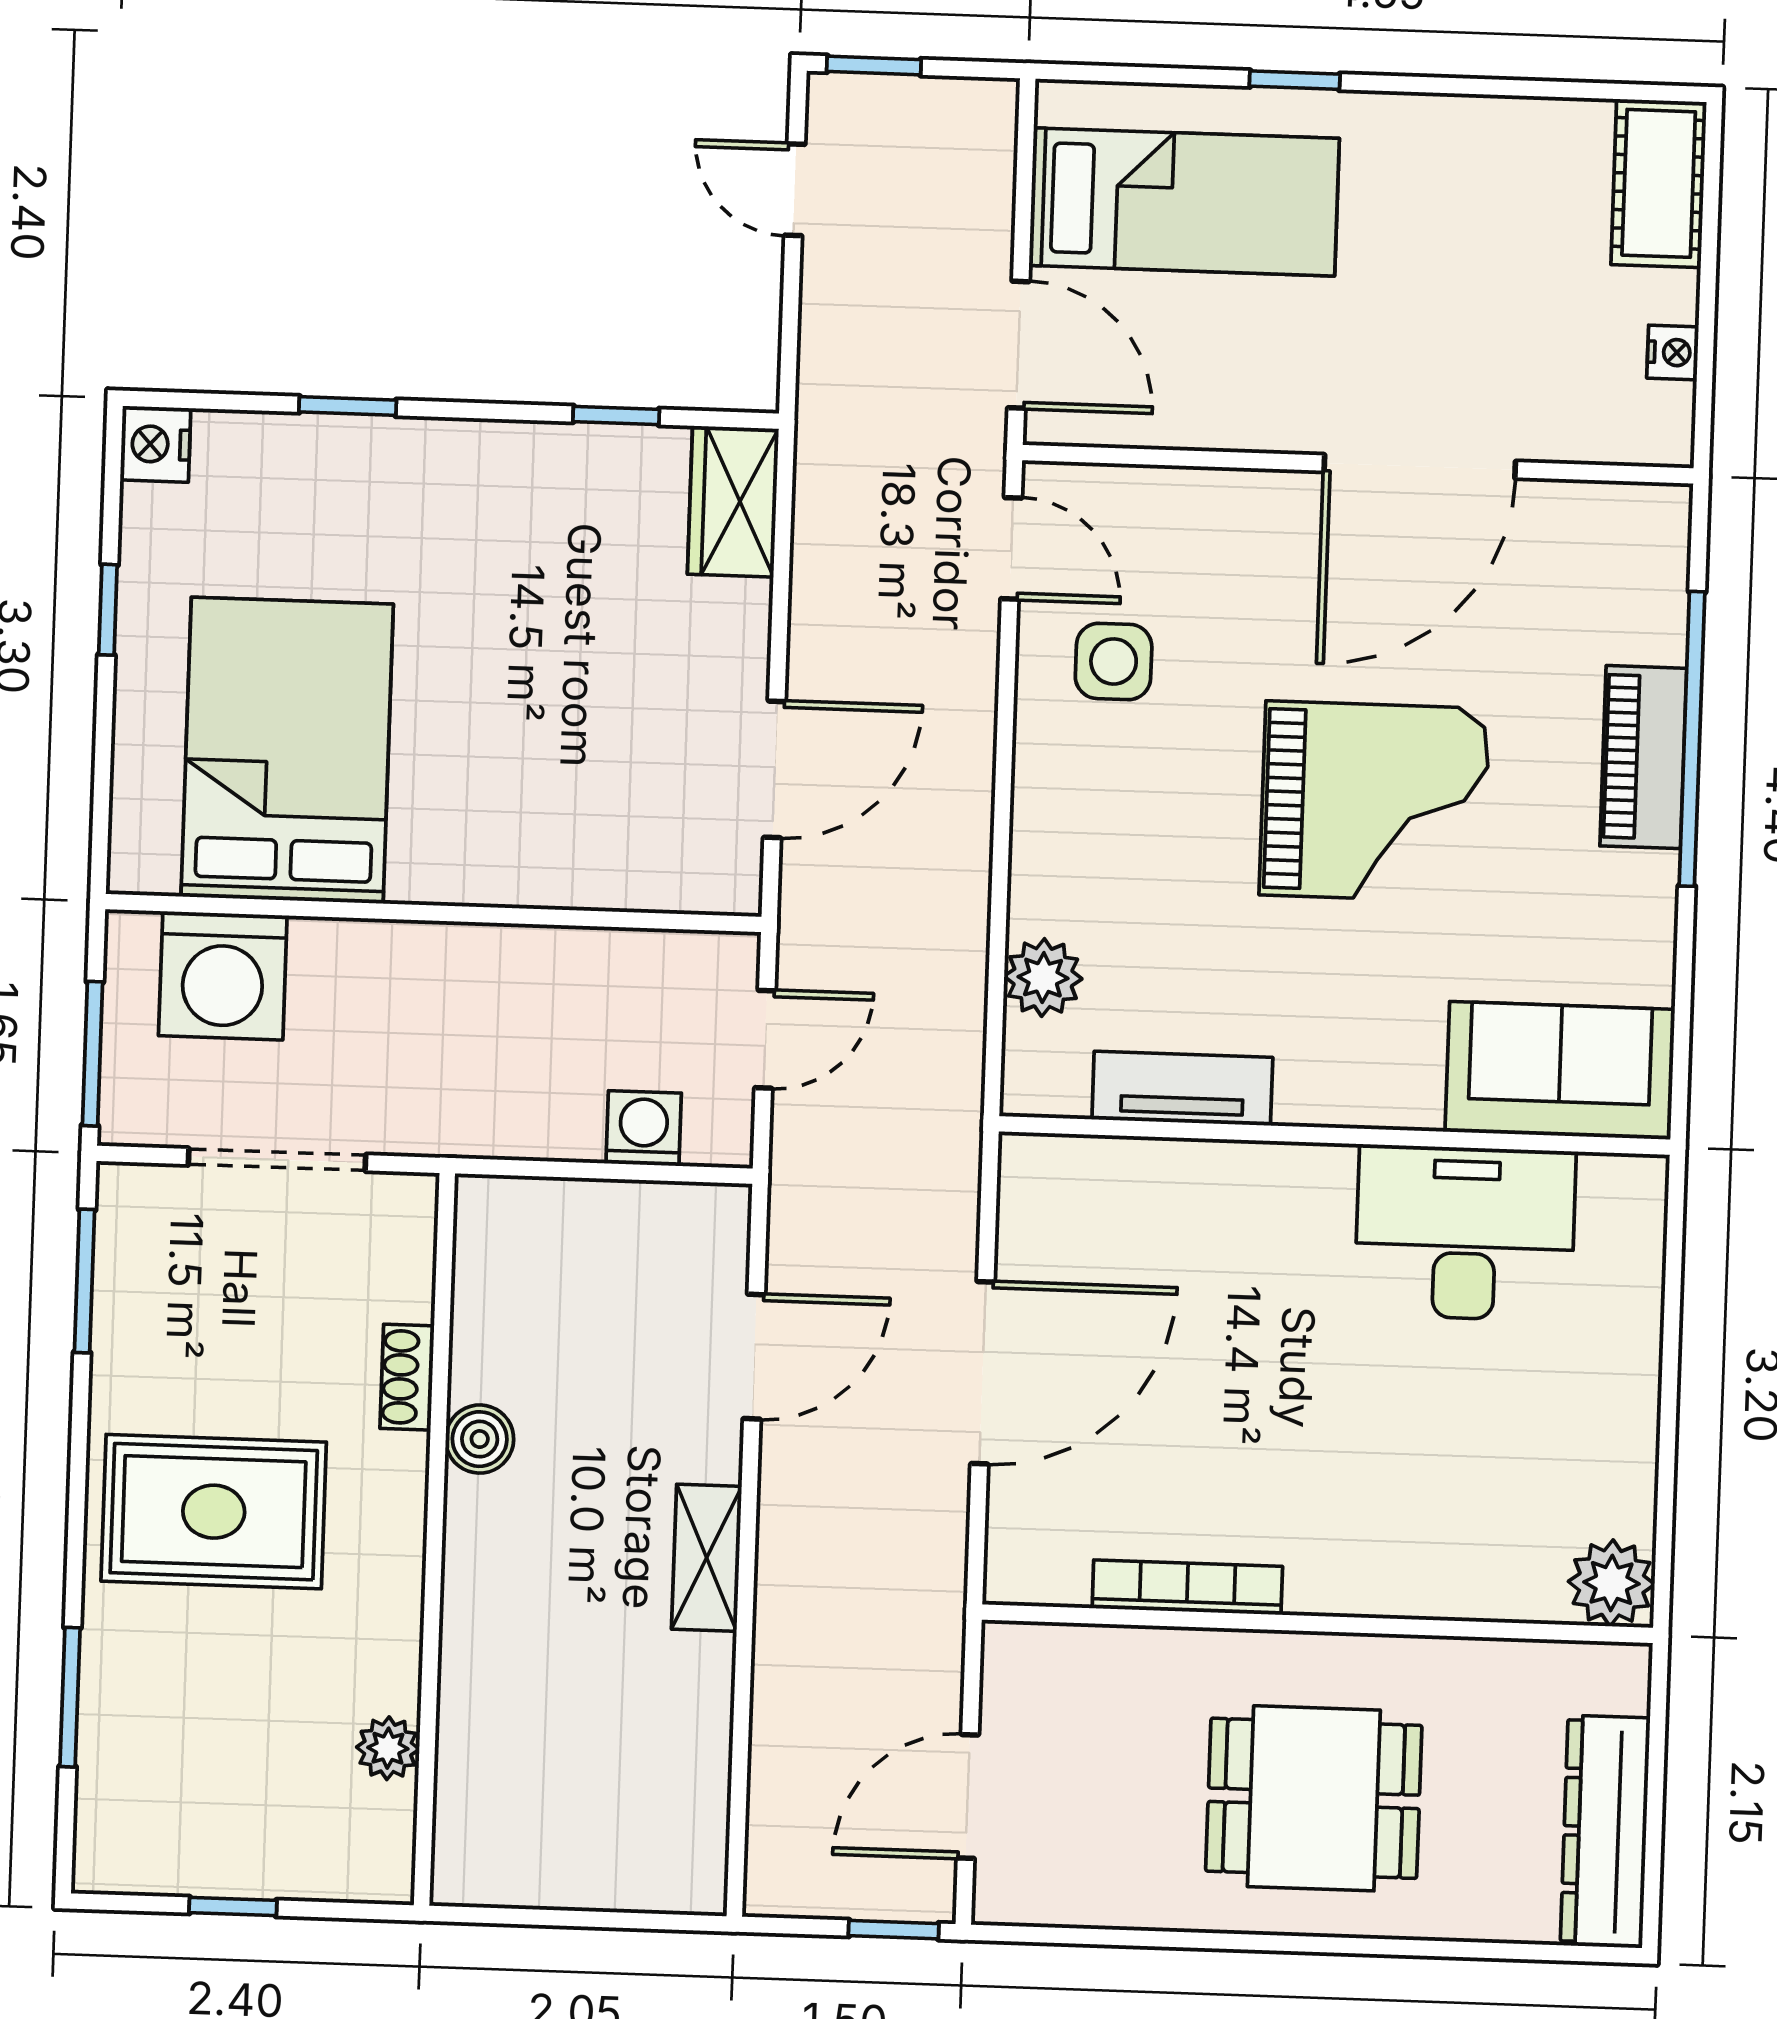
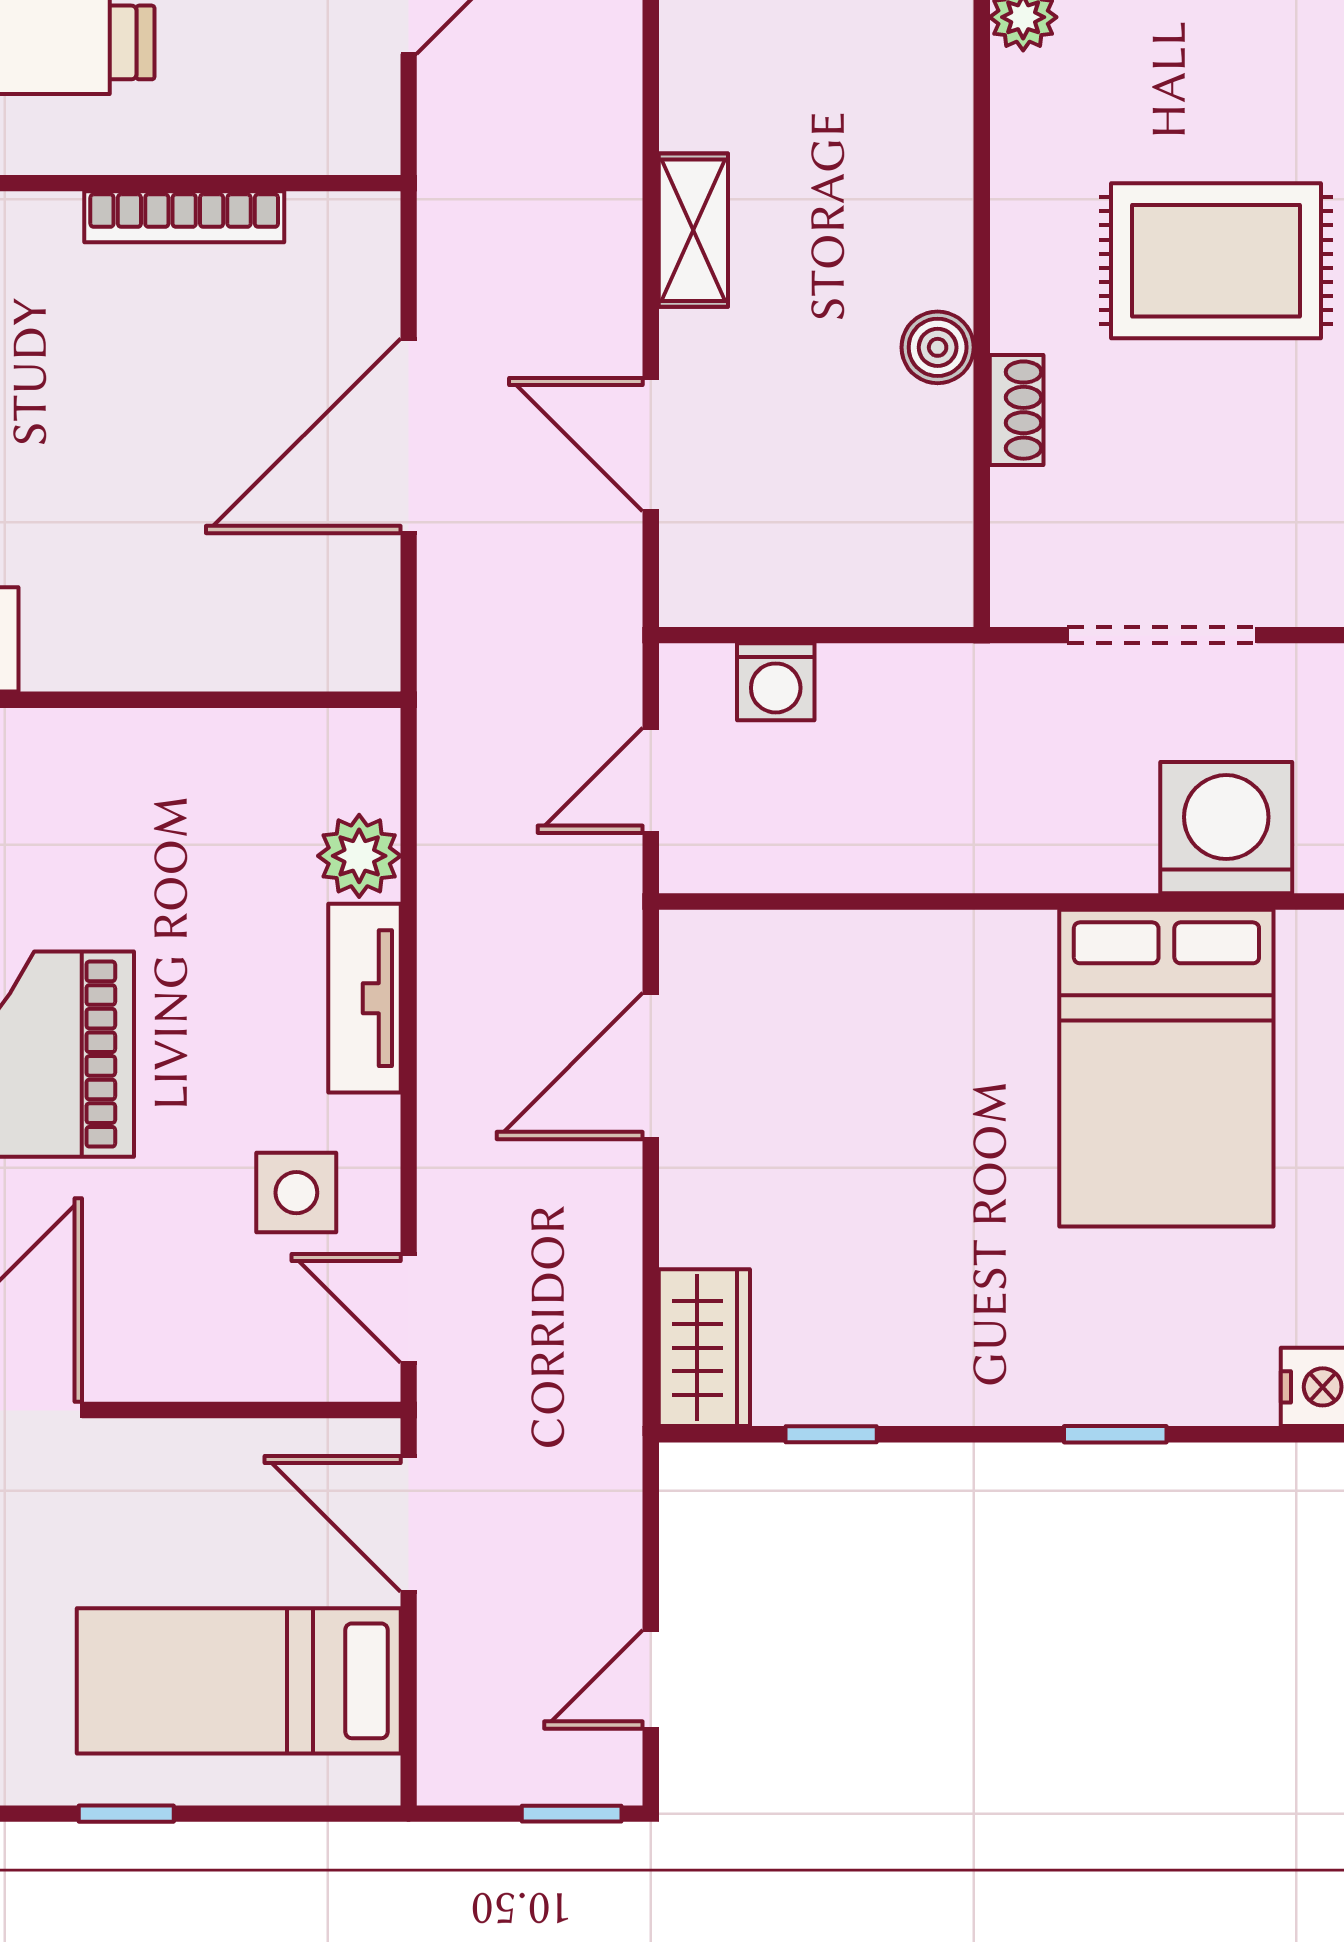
door: (795, 190) -> (651, 1679), swing flipped
tv unit: (1182, 1088) -> (364, 998), moved, turned 90
door: (754, 1357) -> (651, 445), hinge flipped

